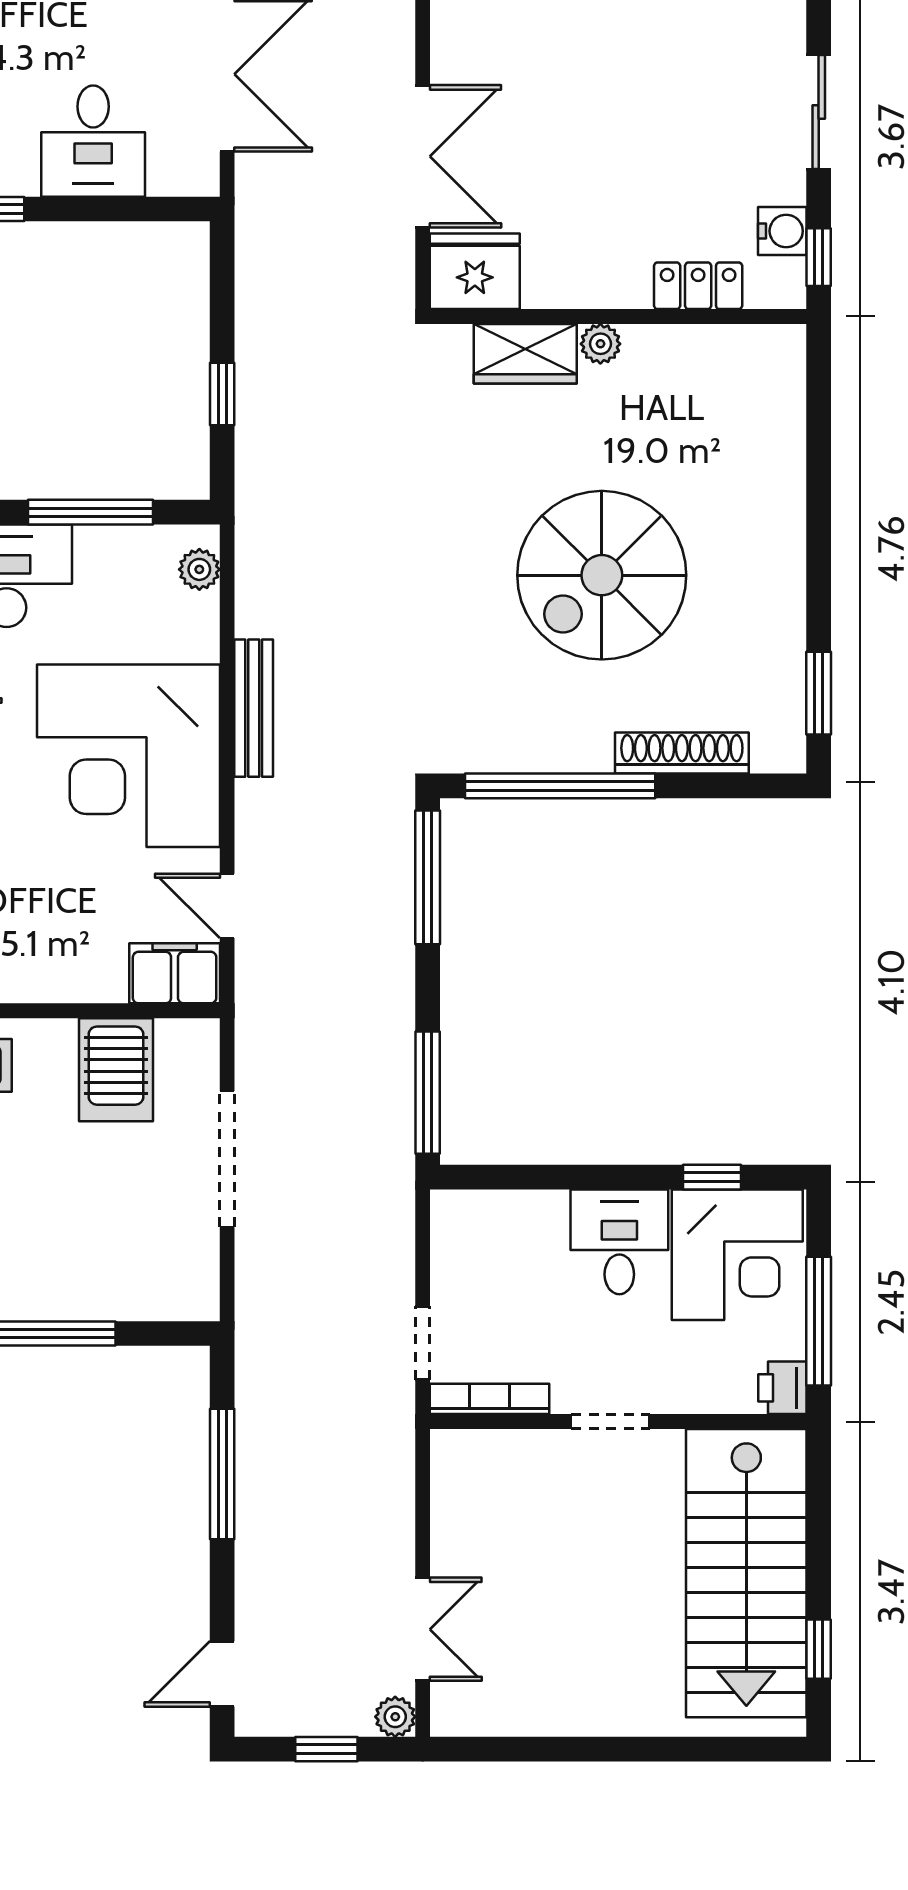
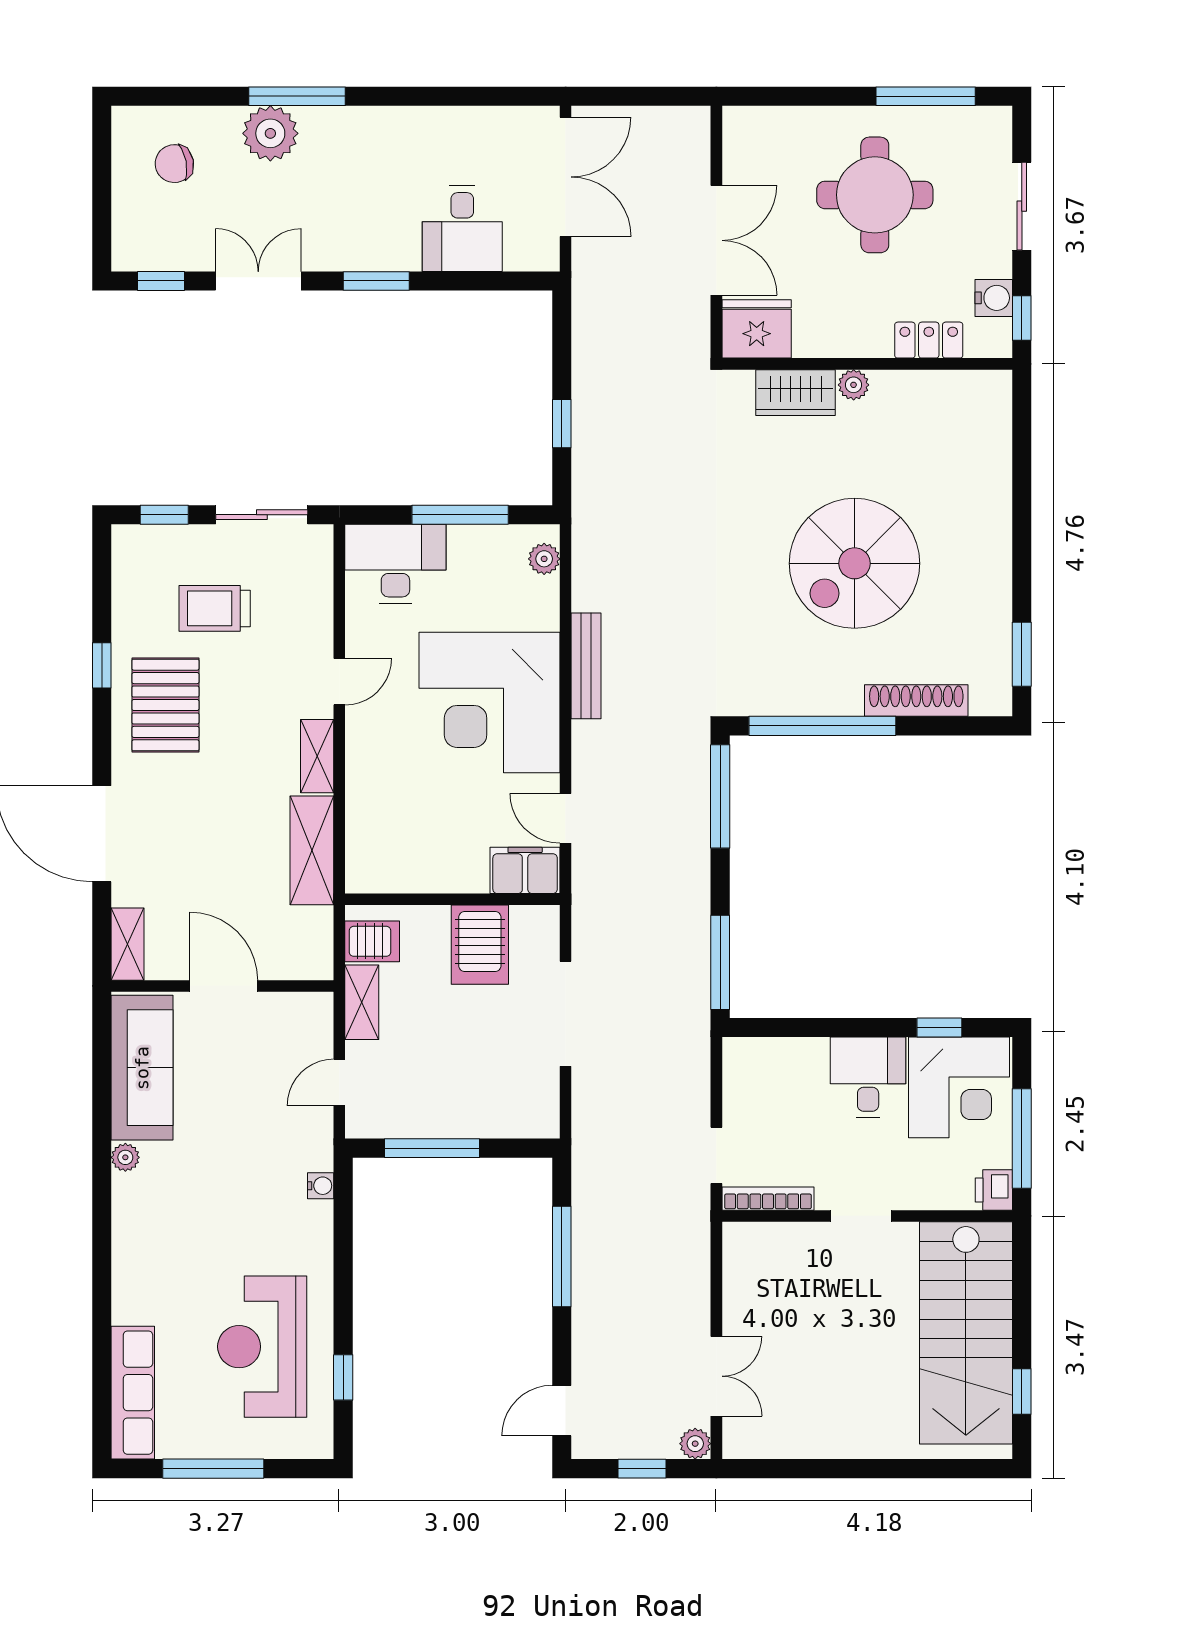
round table: (628, 98) -> (875, 195), added

